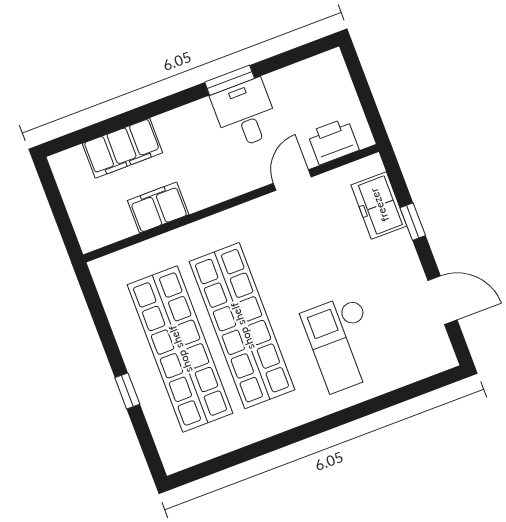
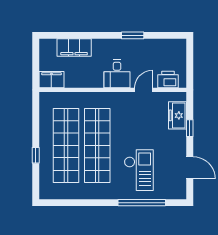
desk: (245, 114) -> (117, 74), moved, turned 180
filing cabinet: (158, 208) -> (51, 80), moved
checkout: (343, 343) -> (139, 170), turned 180
window: (373, 405) -> (142, 203), added

